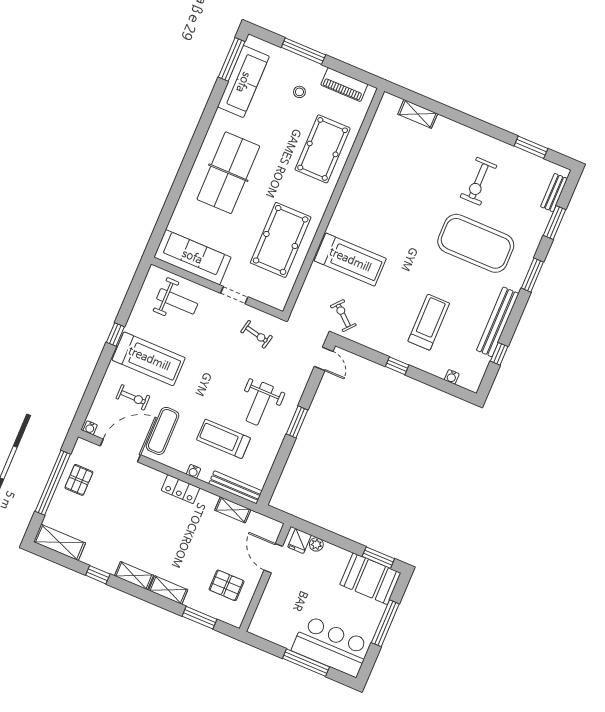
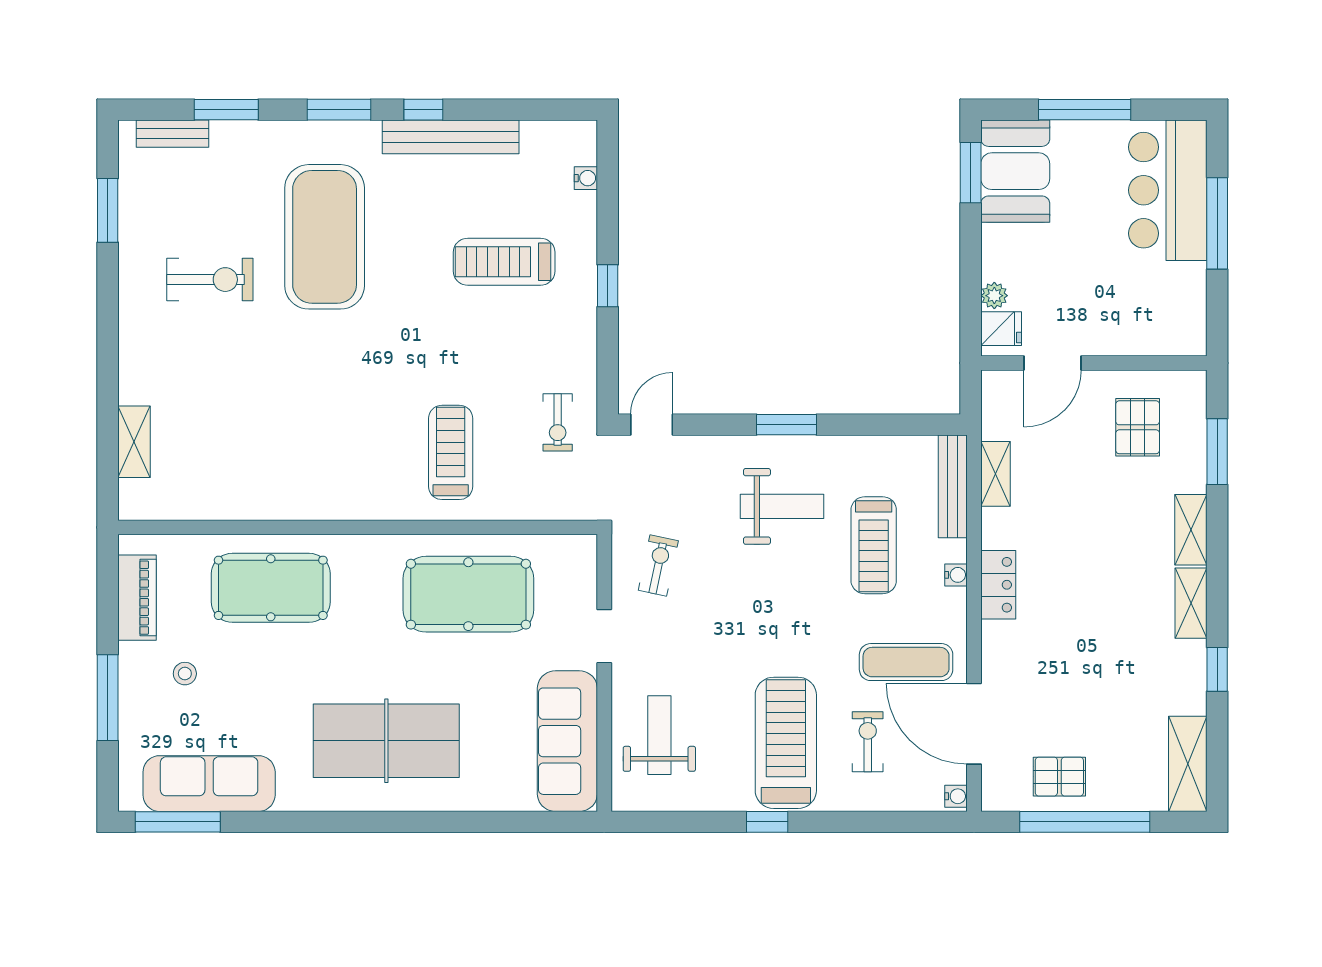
treadmill: (350, 260) -> (451, 452), width x0.73, depth x0.73
exercise bike: (343, 316) -> (558, 422), turned -41
window: (499, 354) -> (423, 110), moved

